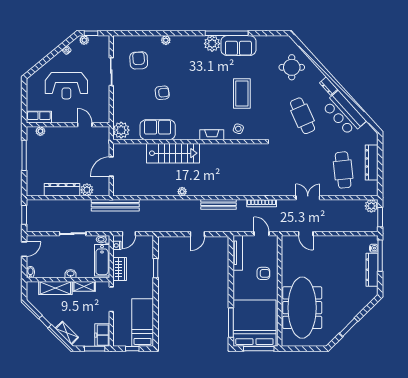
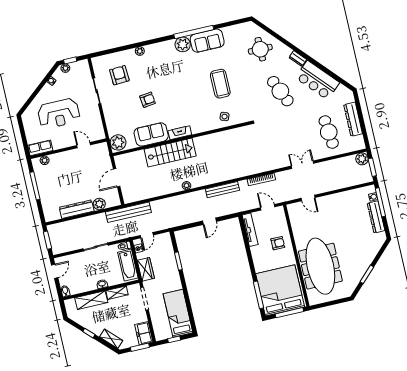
fireplace: (212, 135) -> (180, 133), moved

